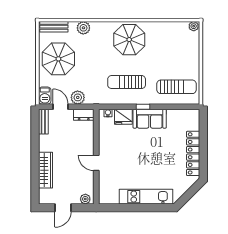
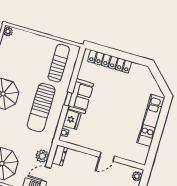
sun lounger: (127, 82) -> (41, 107), width x1.36, depth x1.34
locker: (193, 153) -> (110, 62), moved

